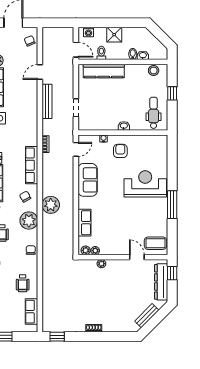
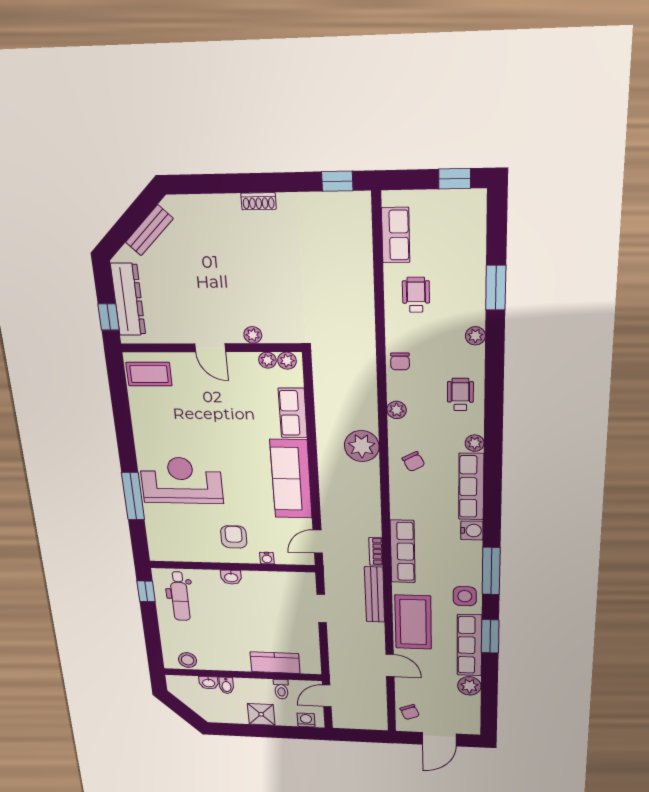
door: (76, 50) -> (327, 696), hinge flipped
kitchen counter: (104, 71) -> (275, 663), width x0.67
door: (40, 72) -> (390, 665), hinge flipped
window: (172, 93) -> (146, 591), moved
coffee table: (27, 101) -> (413, 622), added
bench: (47, 101) -> (375, 595), moved
armchair: (120, 151) -> (234, 537), turned 180
row of seats: (32, 165) -> (403, 552), moved
sofa: (88, 180) -> (291, 479), width x1.36
reception desk: (145, 184) -> (181, 481), turned 180
window: (172, 205) -> (133, 496), moved
plant: (29, 221) -> (397, 410), width x0.53, depth x0.53
door: (137, 257) -> (210, 348), moved

